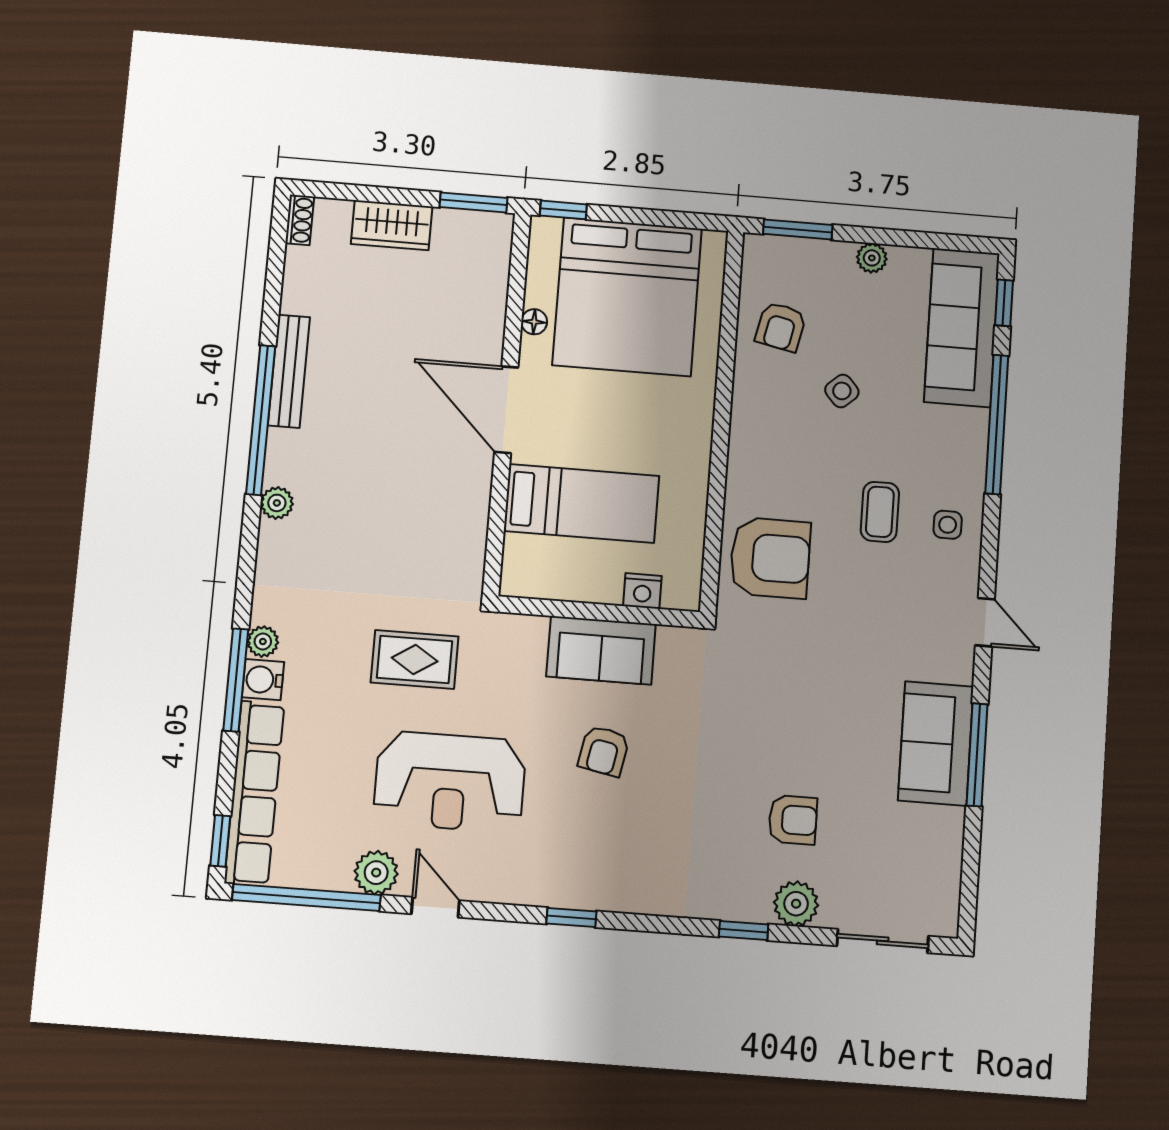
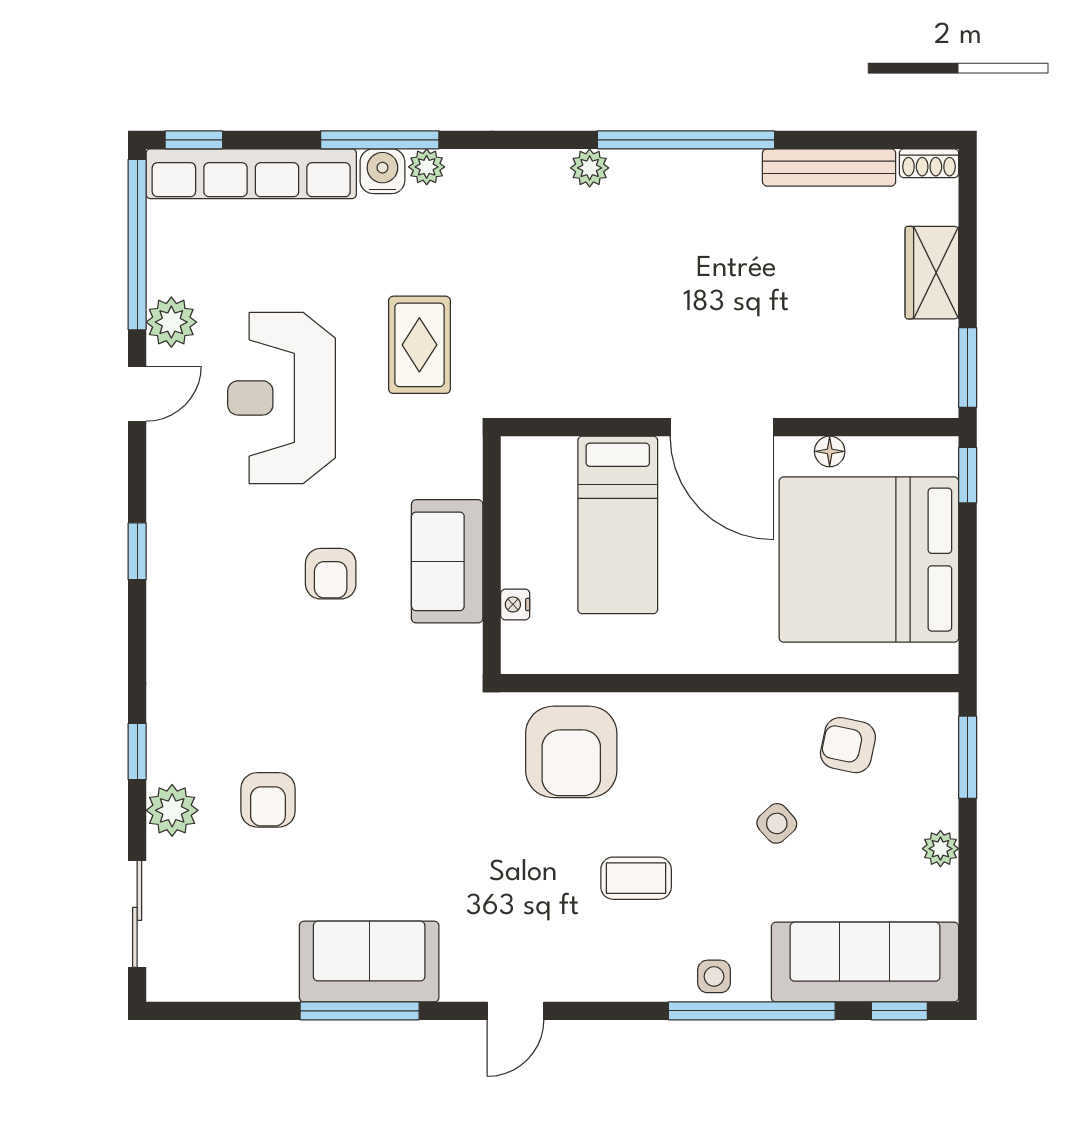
bench: (289, 371) -> (829, 167), moved
door: (506, 410) -> (722, 427), swing flipped
side table: (948, 525) -> (714, 976), moved
nightstand: (642, 591) -> (515, 604), width x0.72, depth x0.74
armchair: (604, 751) -> (331, 574), turned -101

